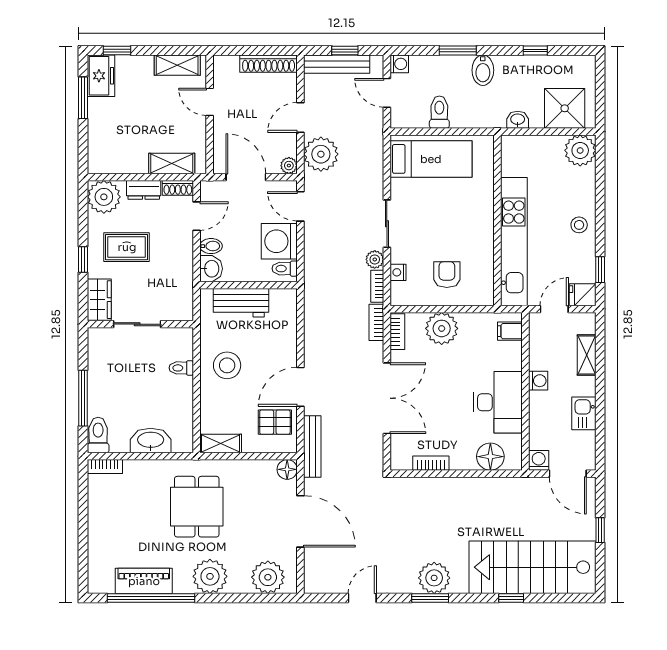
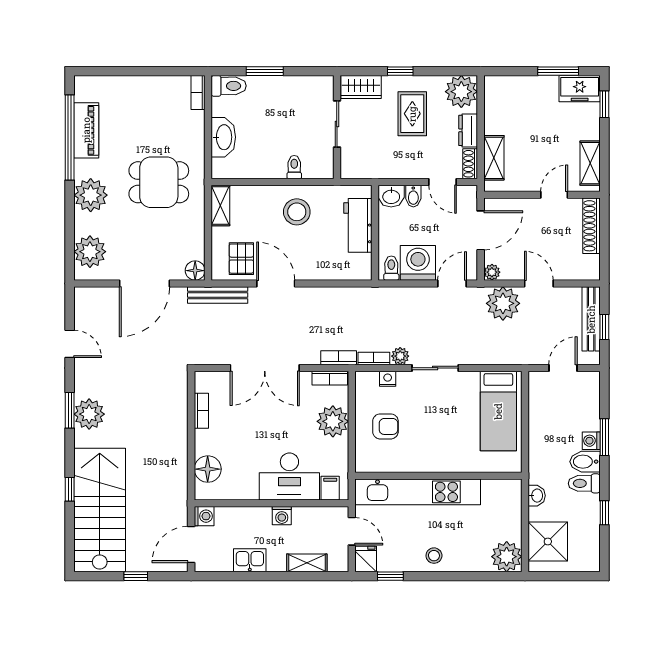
shoe rack: (269, 64) -> (591, 226), moved
washing machine: (399, 64) -> (591, 441), moved, turned 90
toilet: (439, 112) -> (584, 483), moved, turned 180
window: (83, 398) -> (265, 71), width x0.69
desk: (498, 402) -> (289, 476), moved

